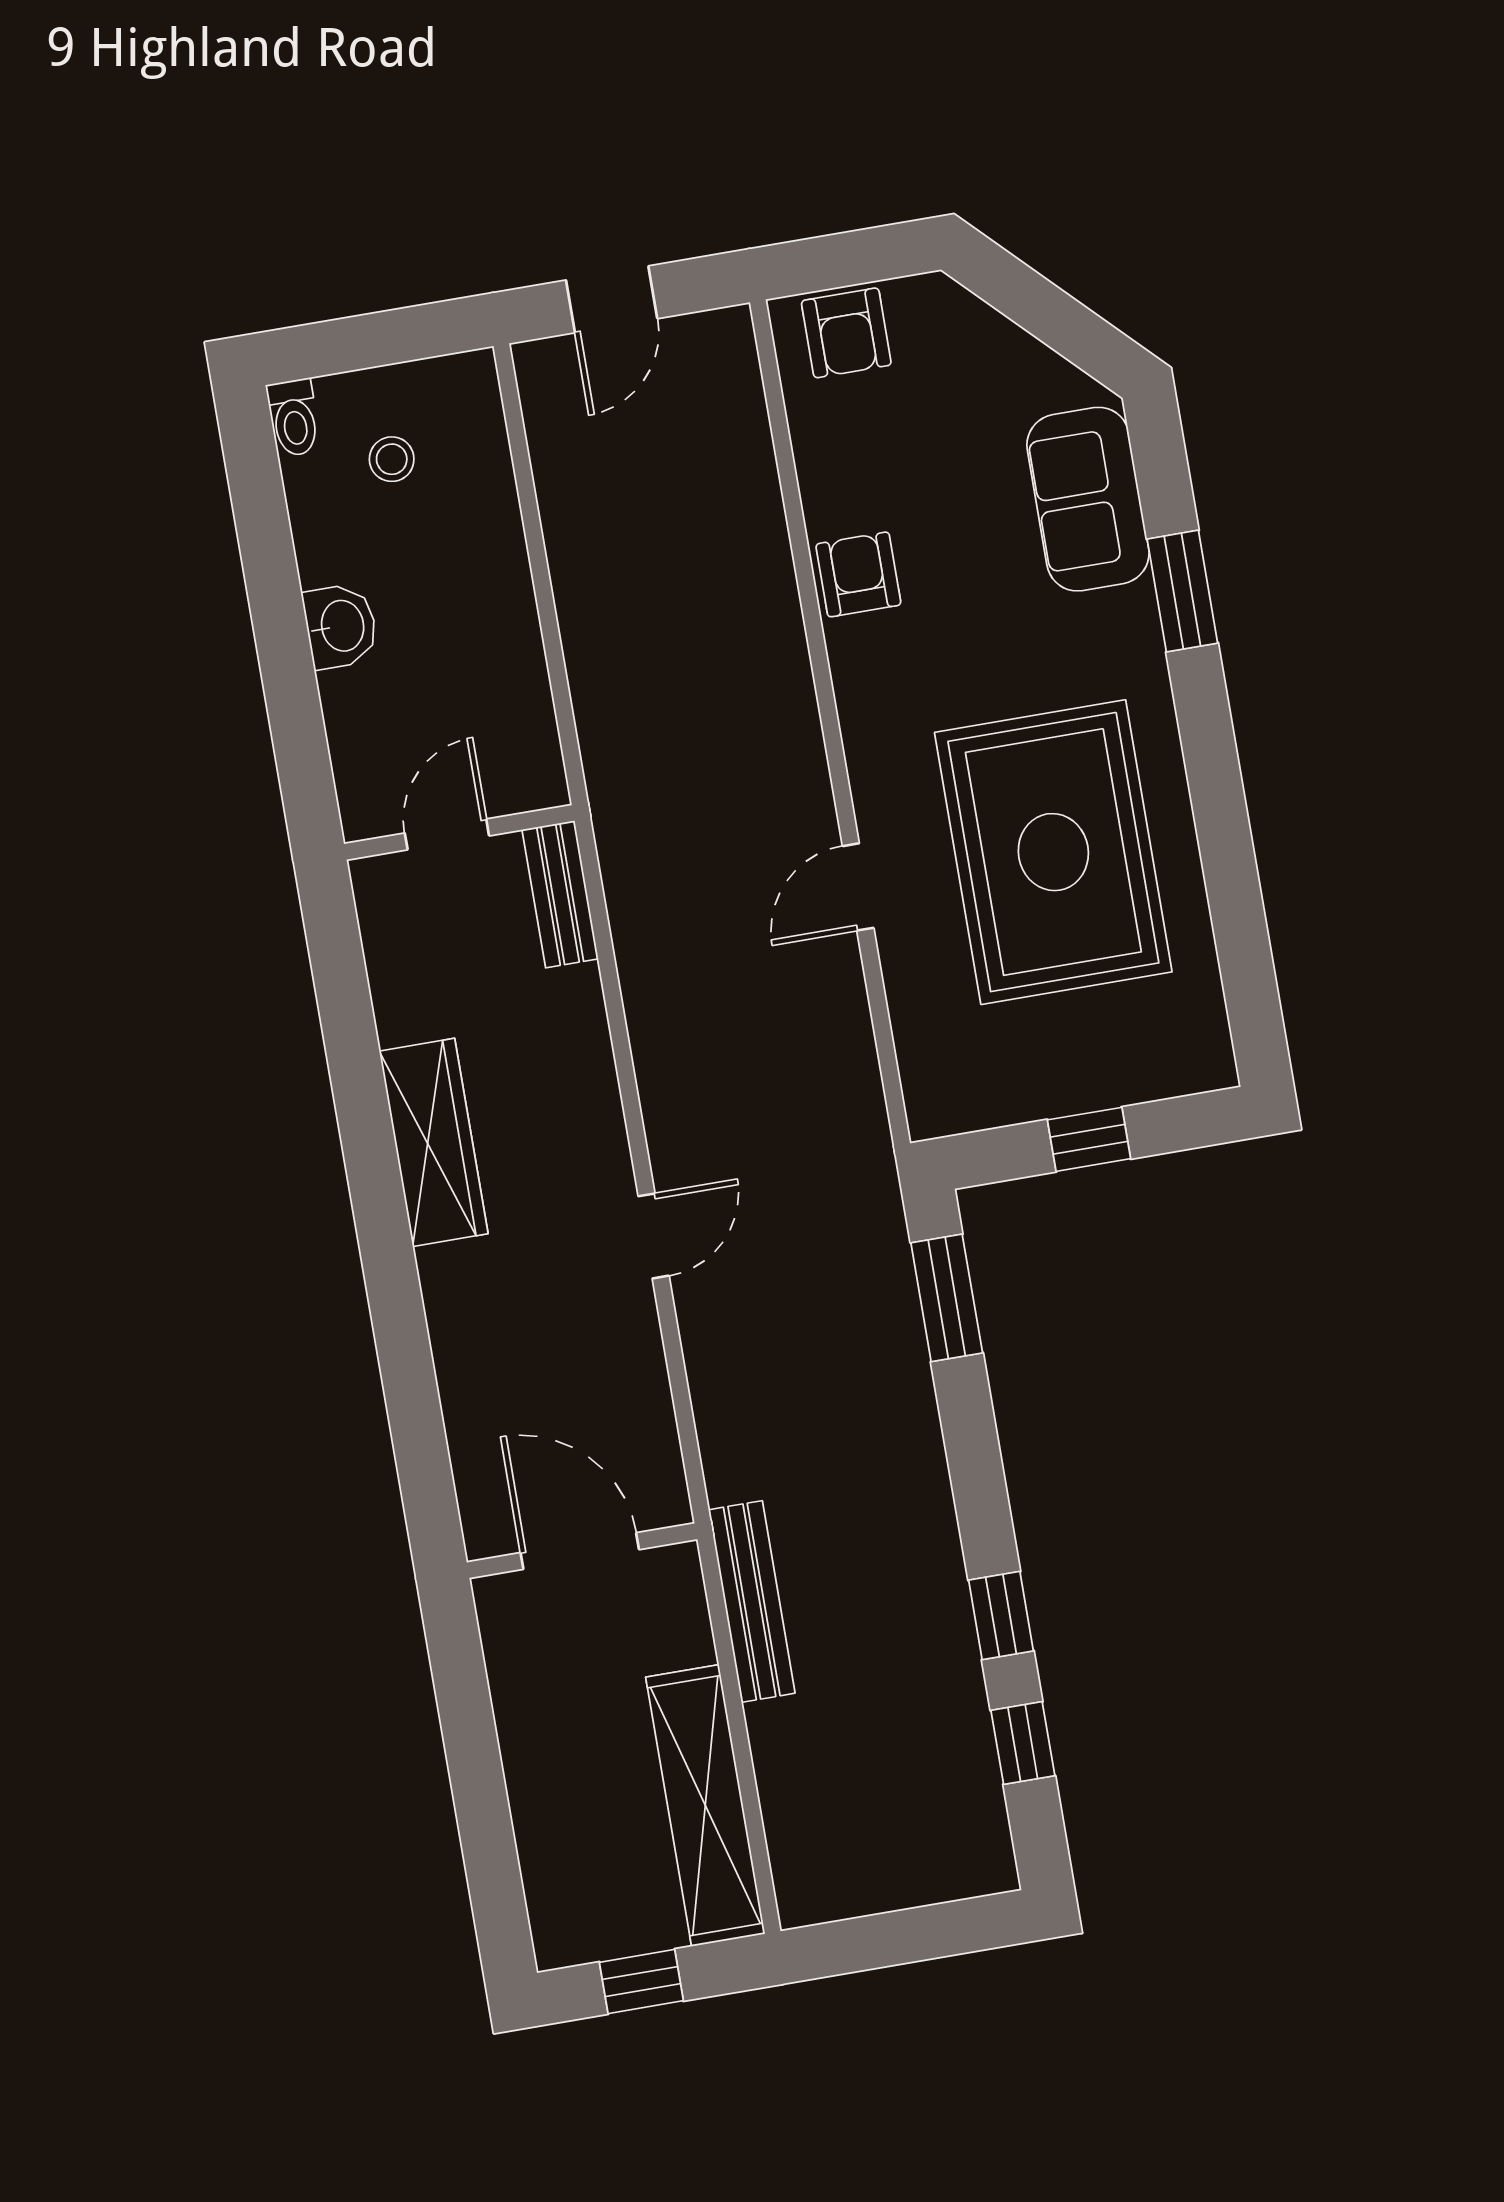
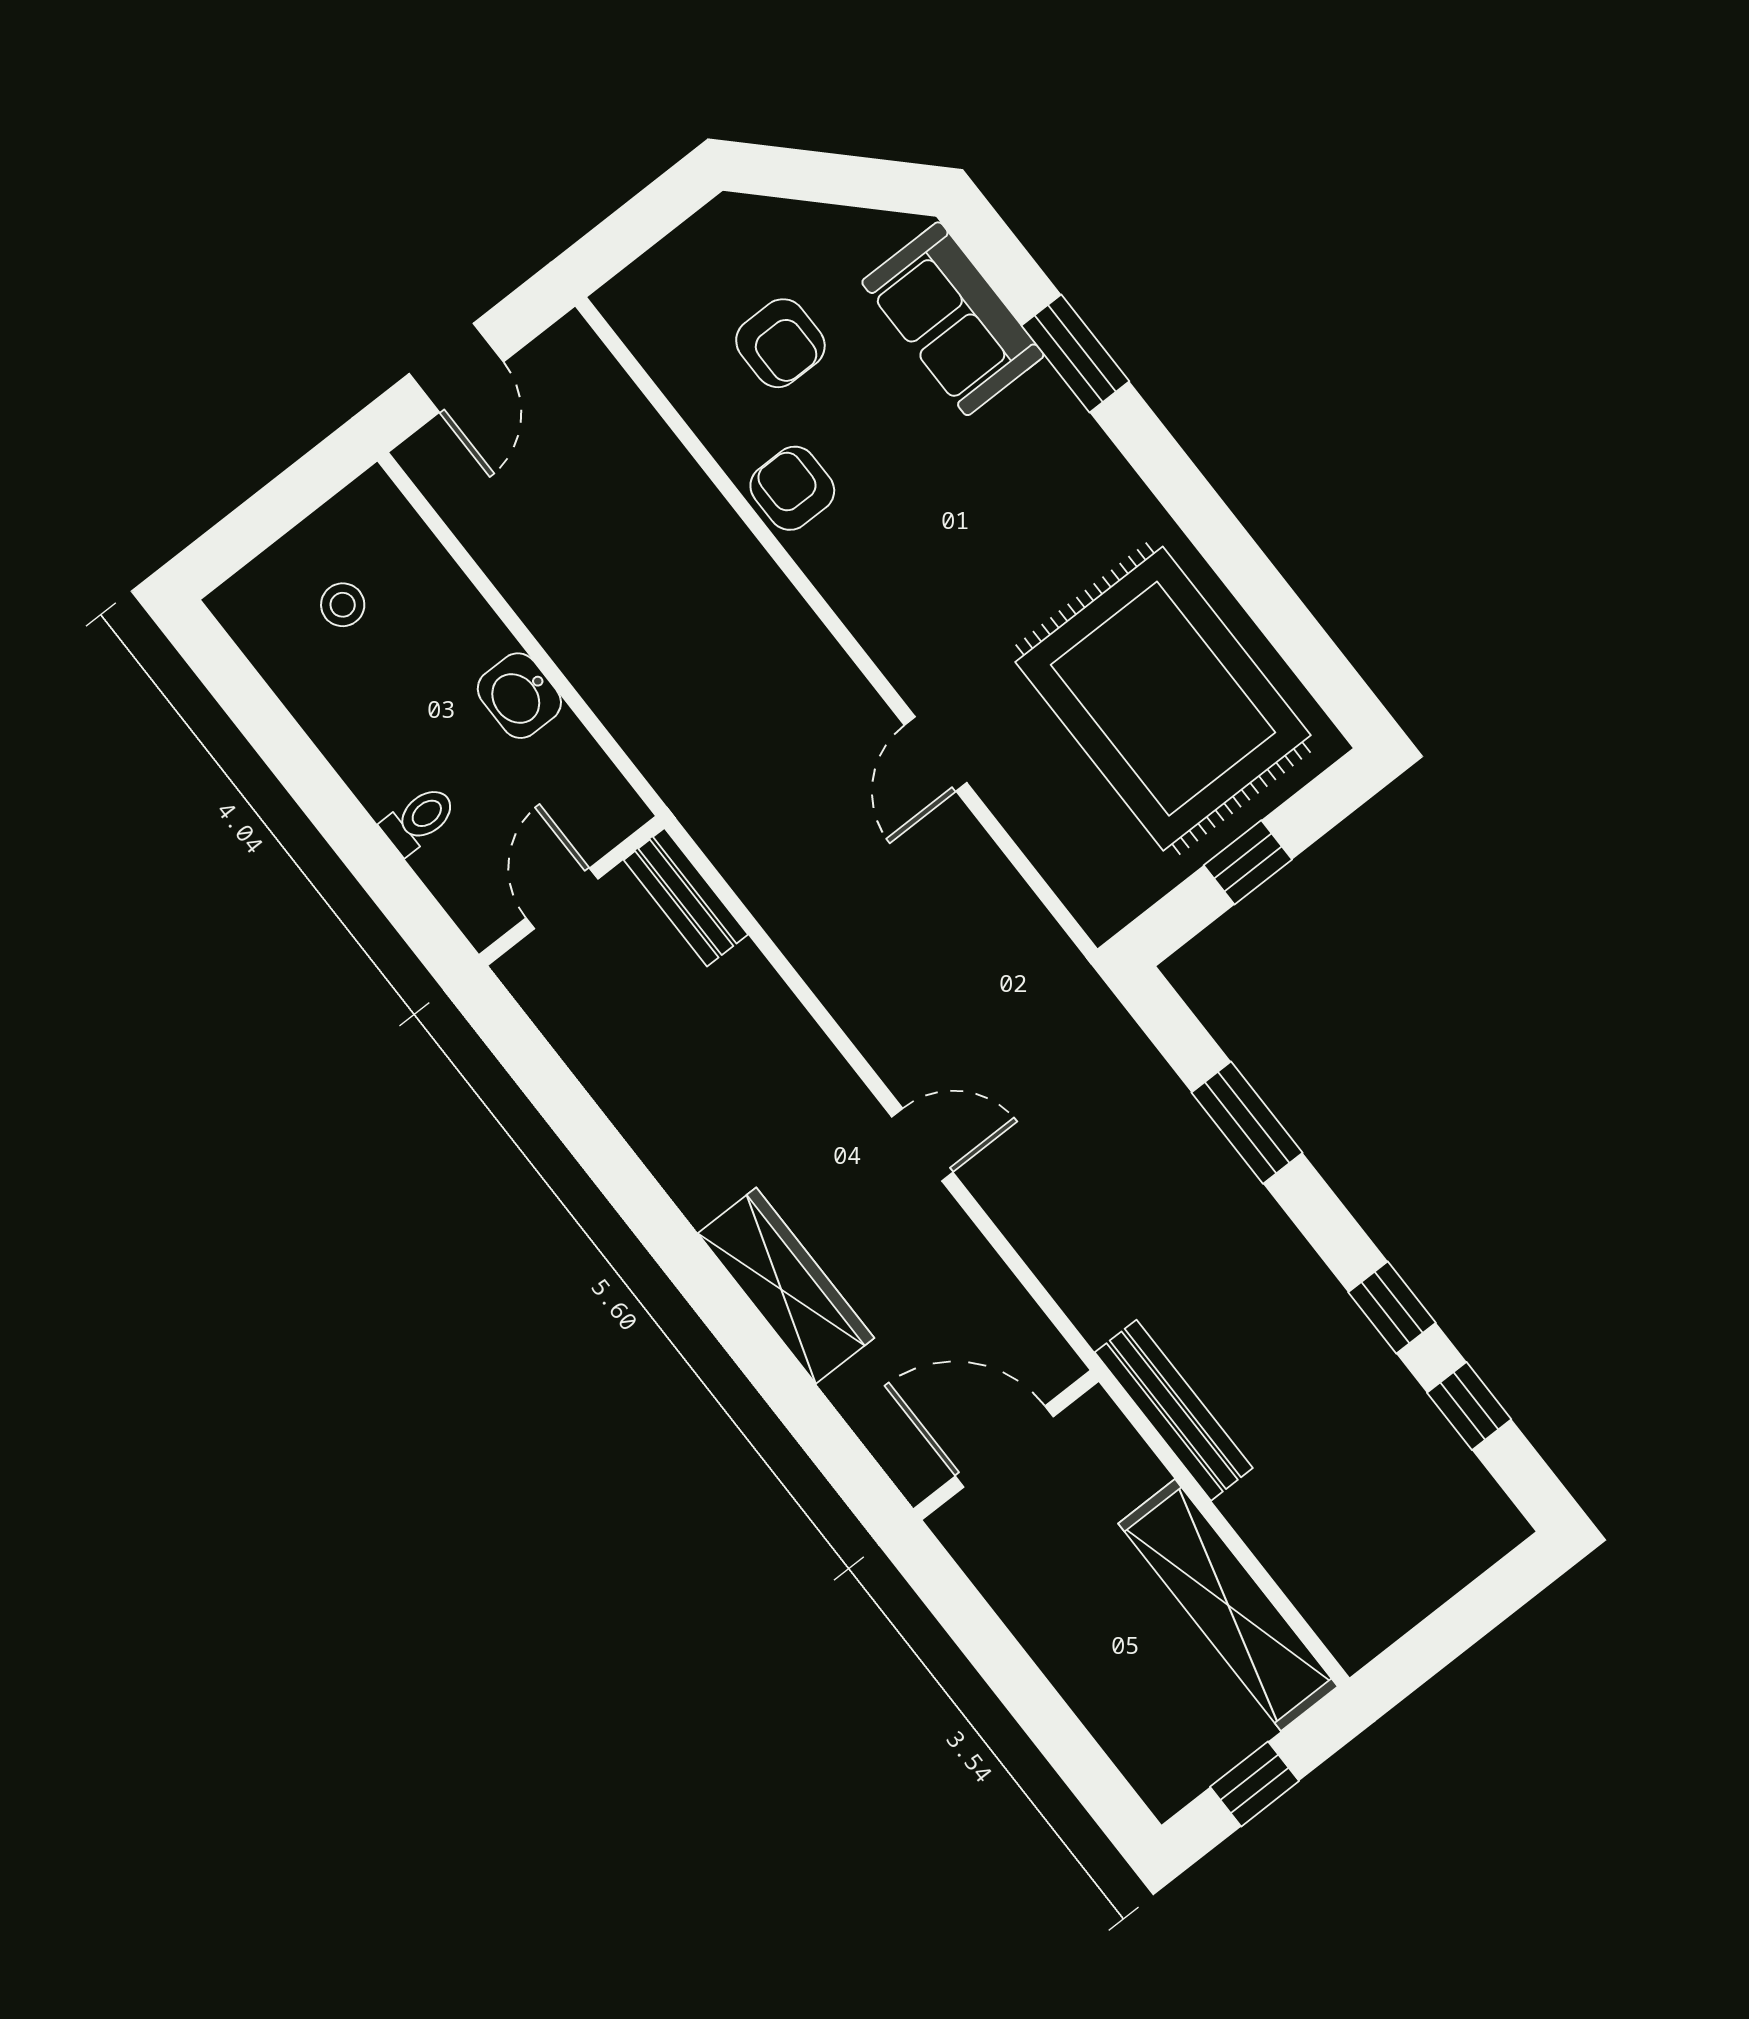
armchair: (846, 333) -> (780, 343), moved
toilet: (294, 418) -> (419, 820), moved, turned -90
washbasin: (341, 626) -> (519, 696), moved, turned 180
rug: (1053, 852) -> (1163, 699), moved
wardrobe: (434, 1142) -> (786, 1286), moved
door: (654, 1236) -> (922, 1145), hinge flipped
window: (947, 1298) -> (1247, 1123), moved

